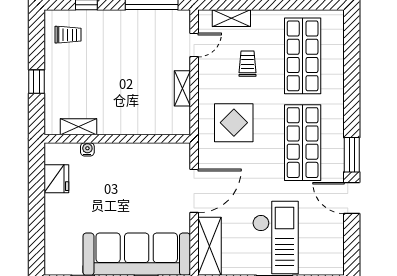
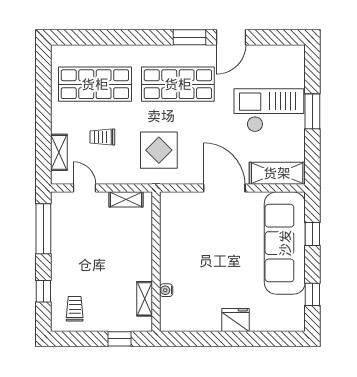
shelving: (78, 127) -> (145, 299), moved
wall: (117, 139) -> (156, 262), moved
water cooler: (87, 149) -> (166, 290), moved
fridge: (56, 179) -> (236, 320), moved

